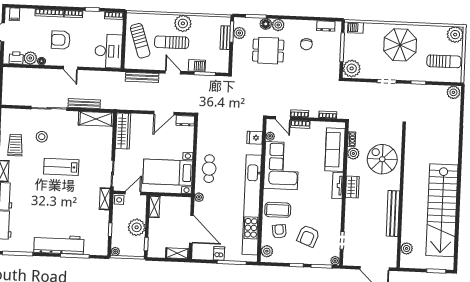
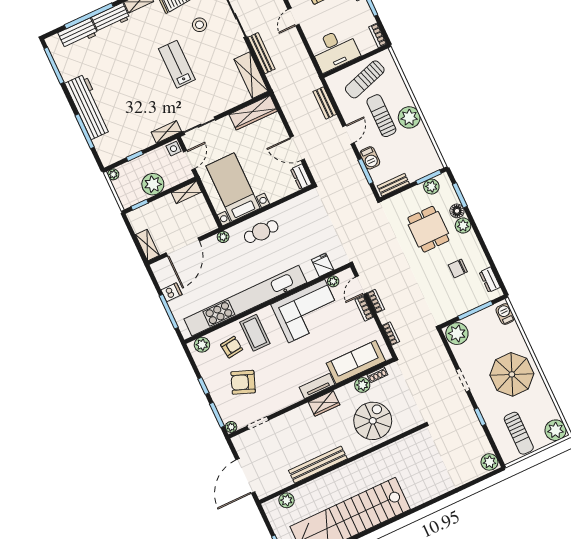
bench: (225, 38) -> (393, 185), moved
bench: (142, 77) -> (325, 103), width x0.73
door: (133, 193) -> (189, 160), hinge flipped

